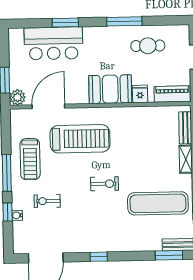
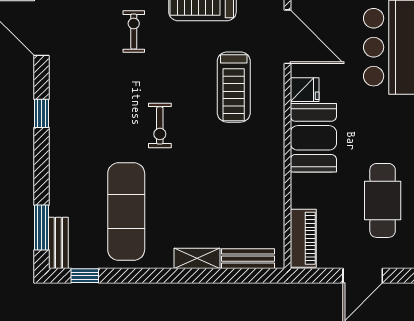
cafe table: (148, 46) -> (383, 200), width x1.37, depth x1.35
fridge: (140, 94) -> (305, 90), moved
treadmill: (80, 139) -> (234, 87), width x0.73, depth x0.73

